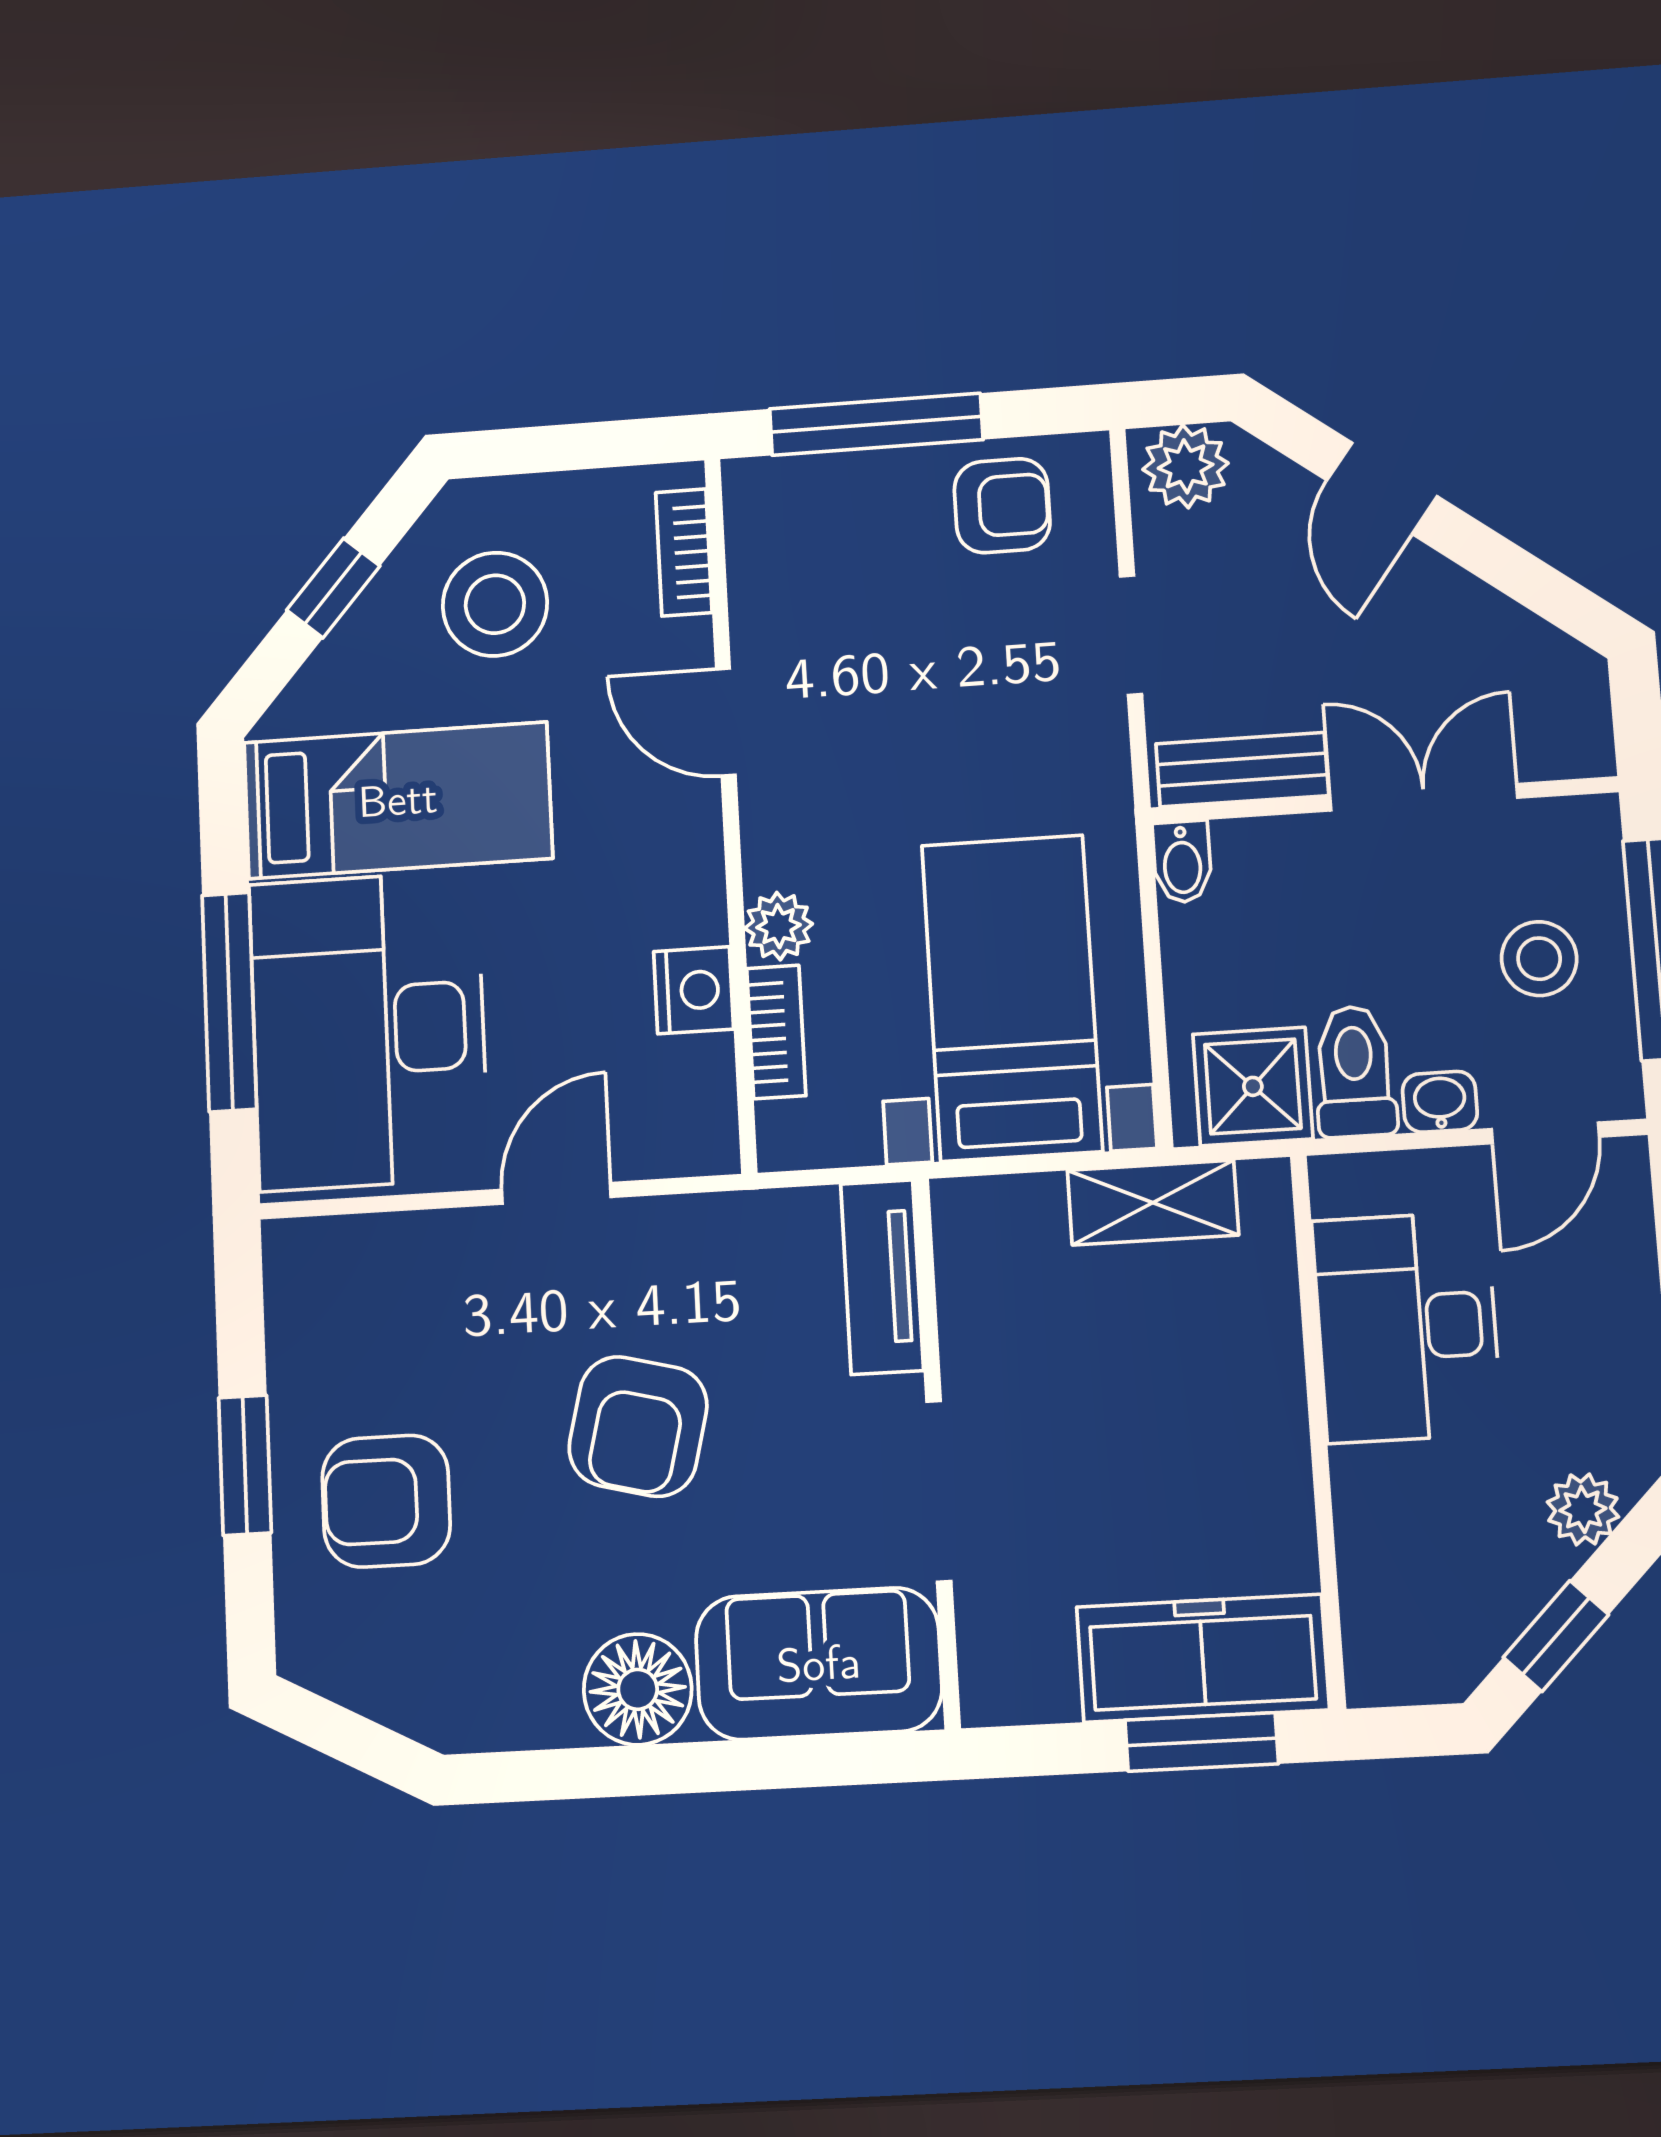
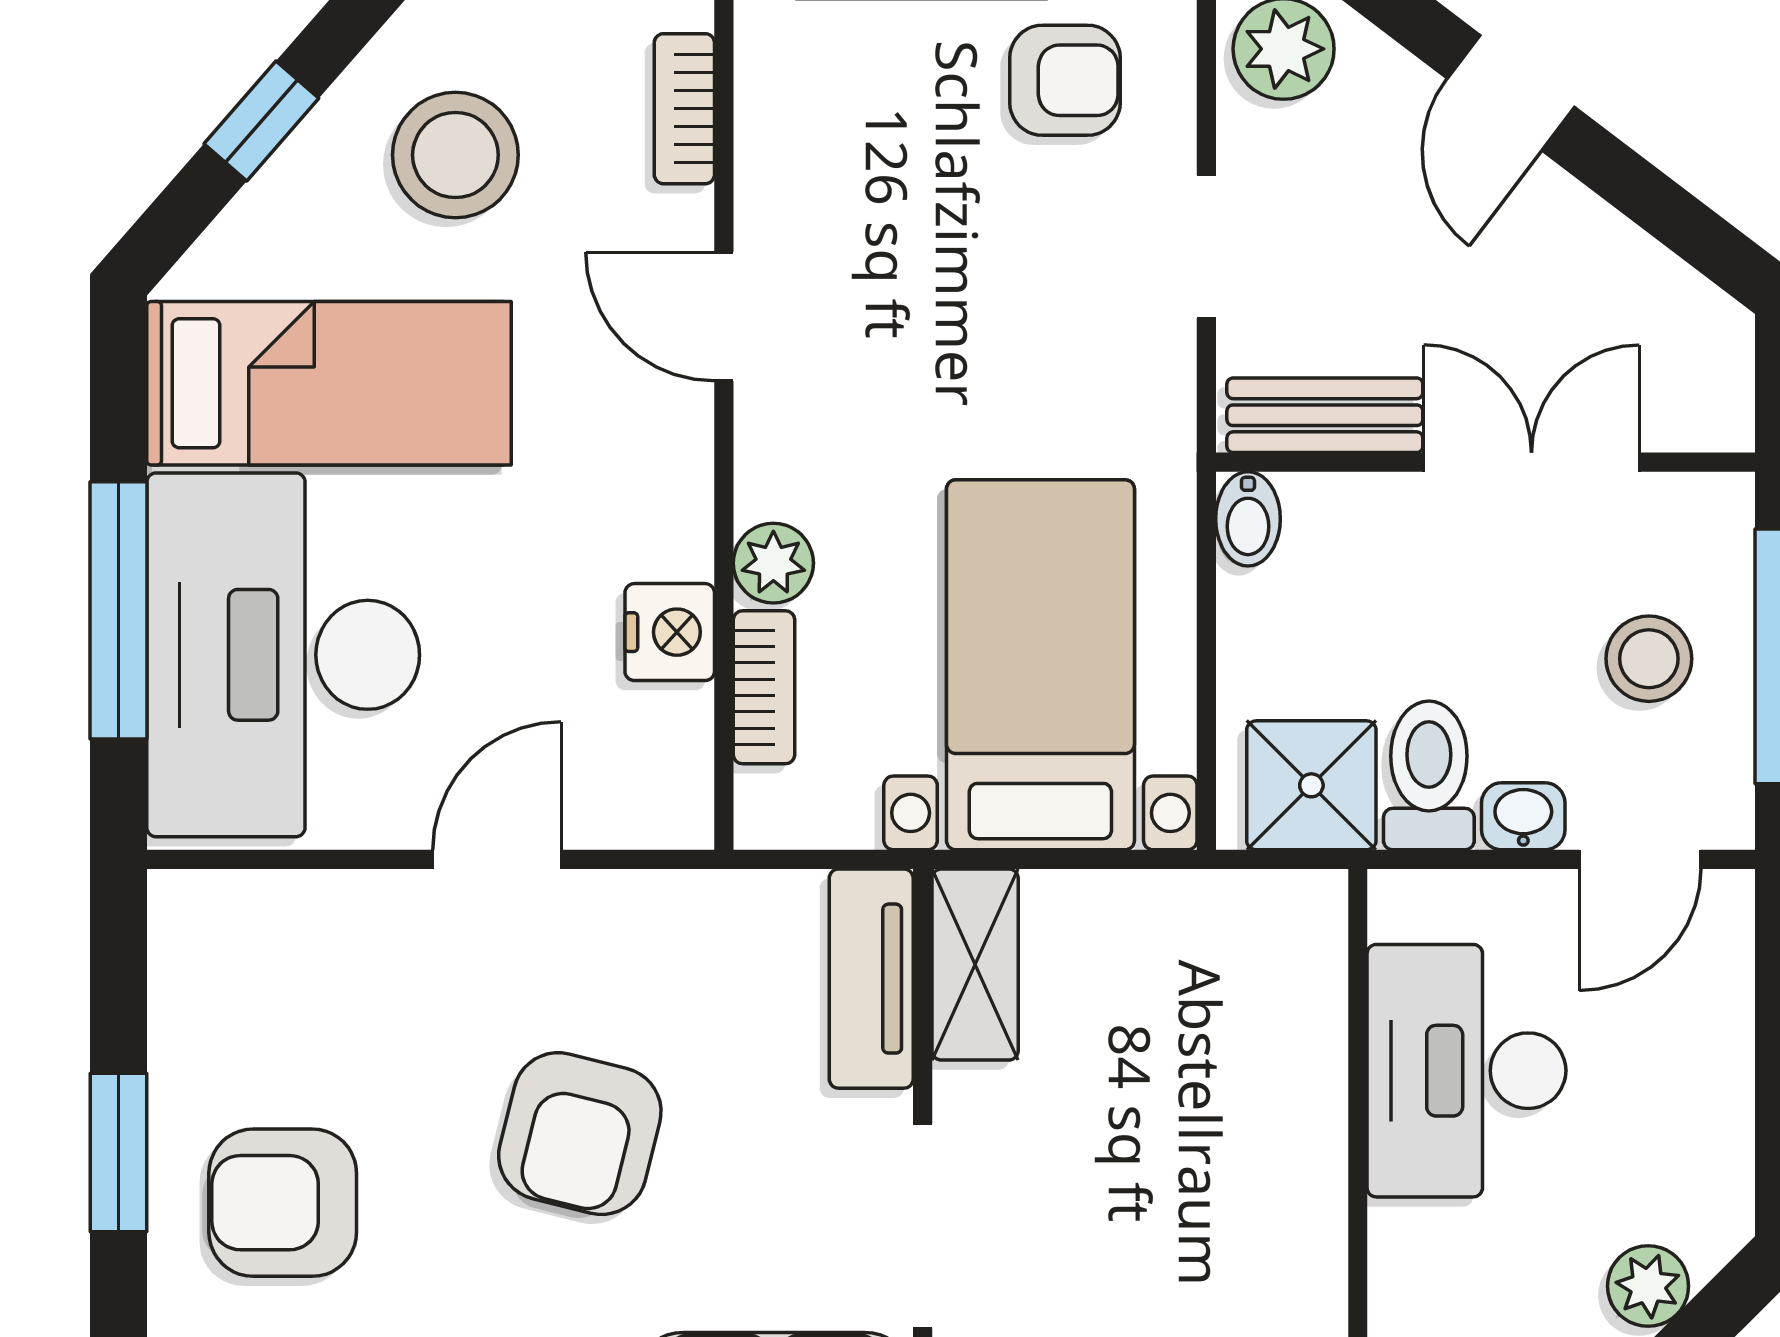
shelving: (1153, 1203) -> (975, 965), moved, turned 90

